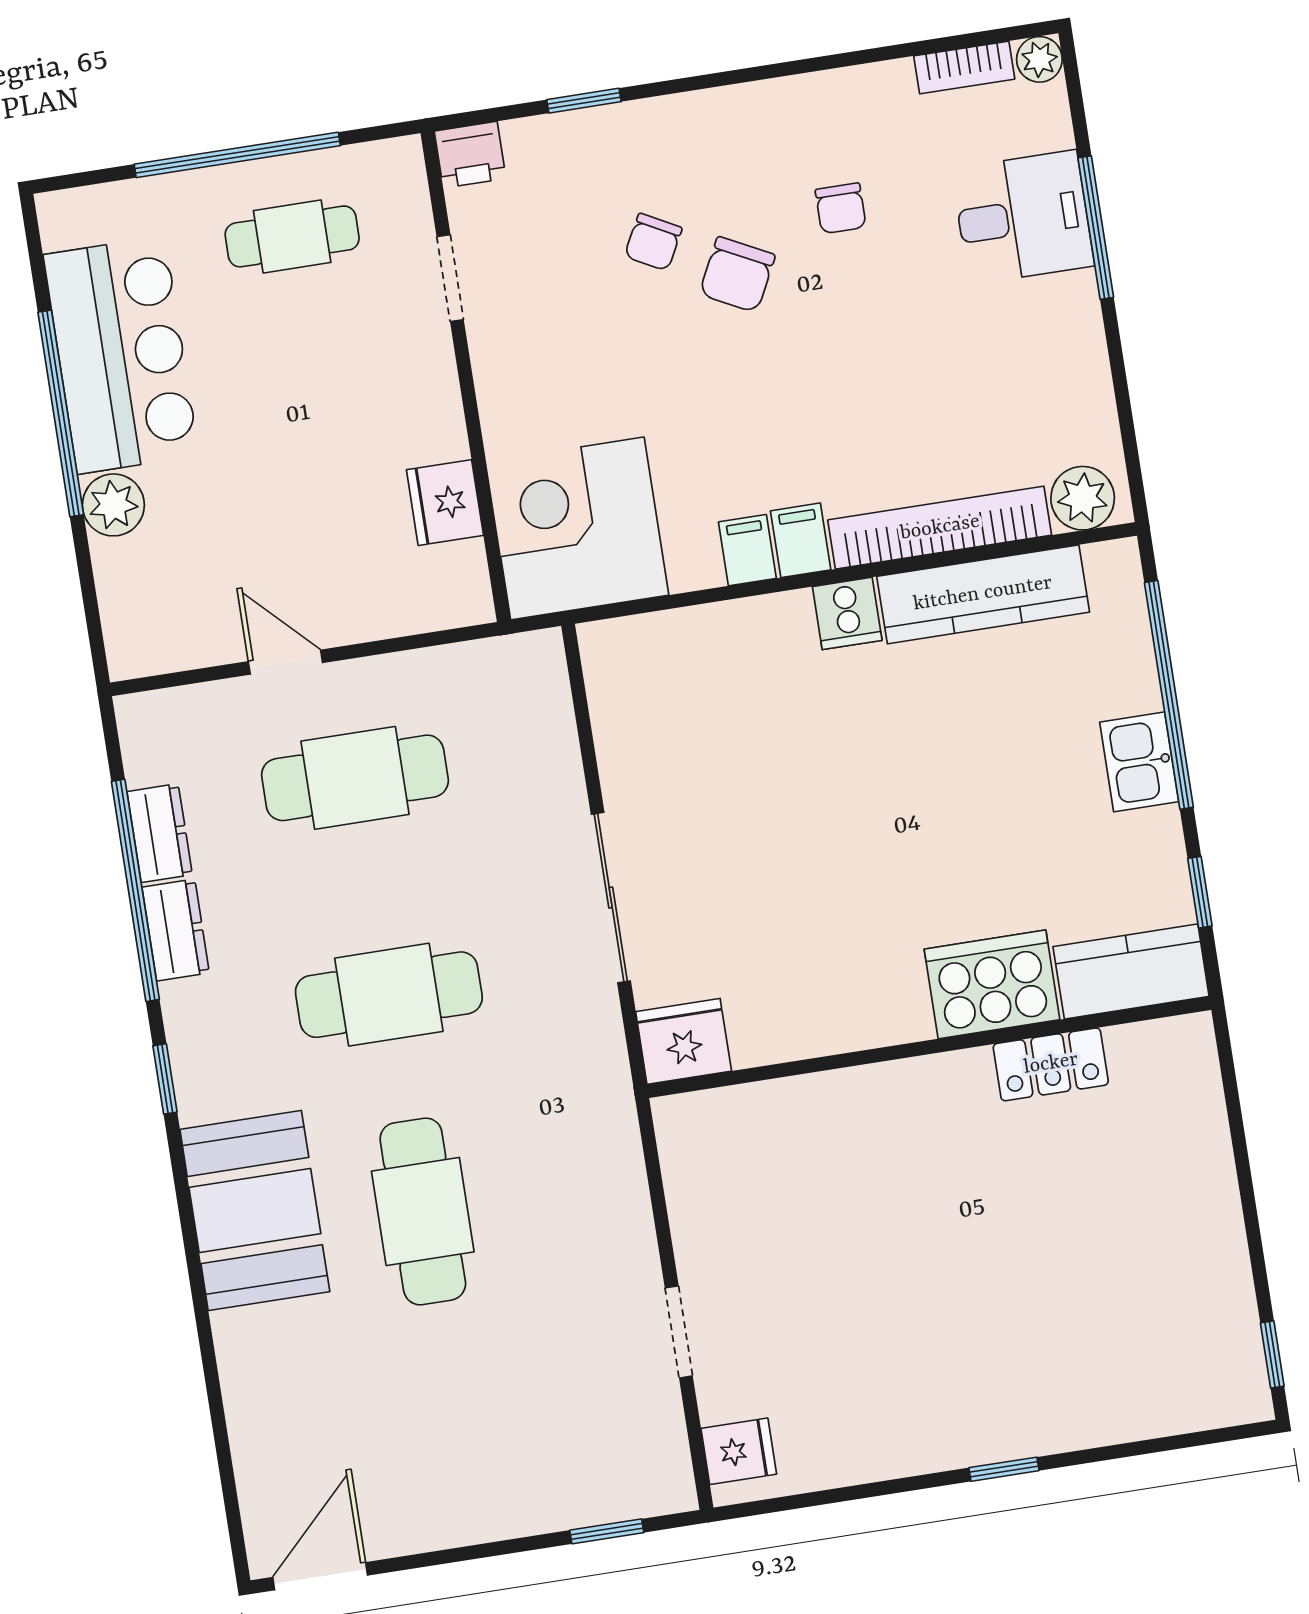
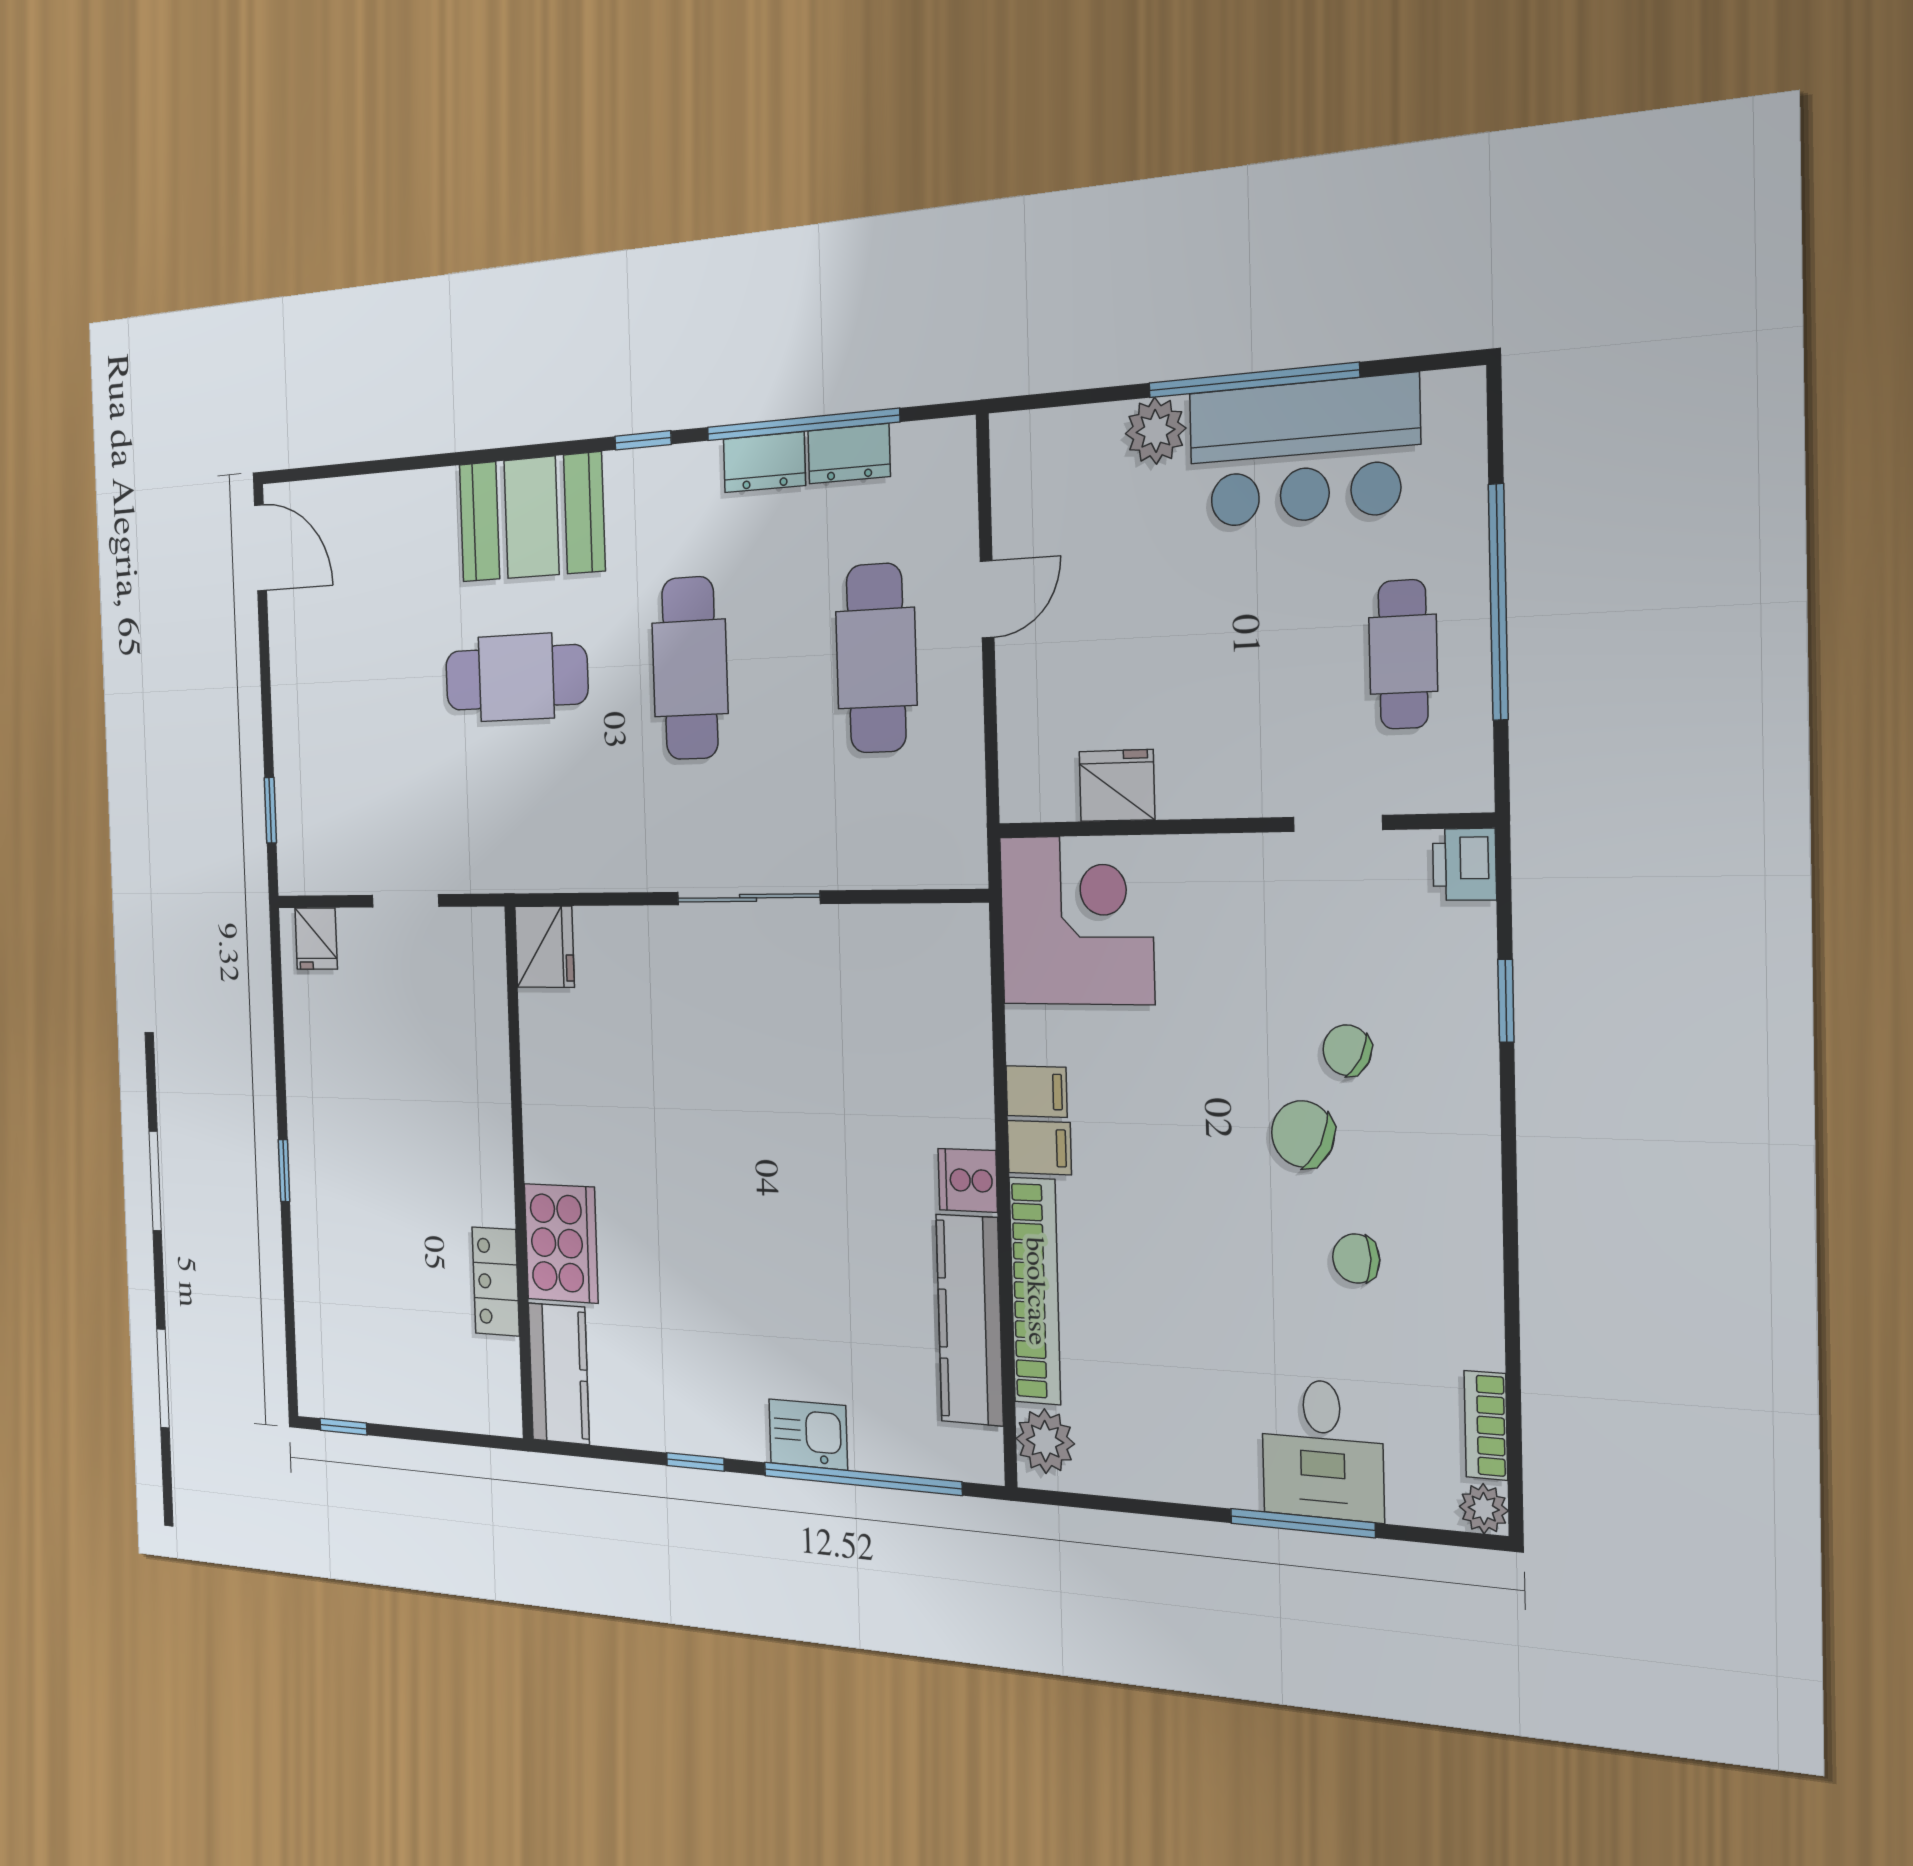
kitchen counter: (1131, 971) -> (559, 1374), moved
cooker: (992, 984) -> (561, 1243), moved
fridge: (684, 1041) -> (544, 947), moved
wall: (929, 1047) -> (519, 1174), moved
locker: (1051, 1064) -> (496, 1282), moved

